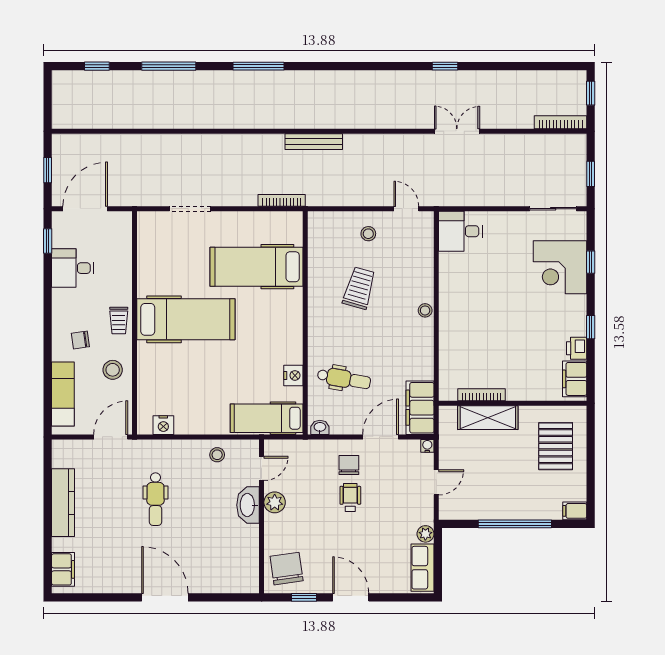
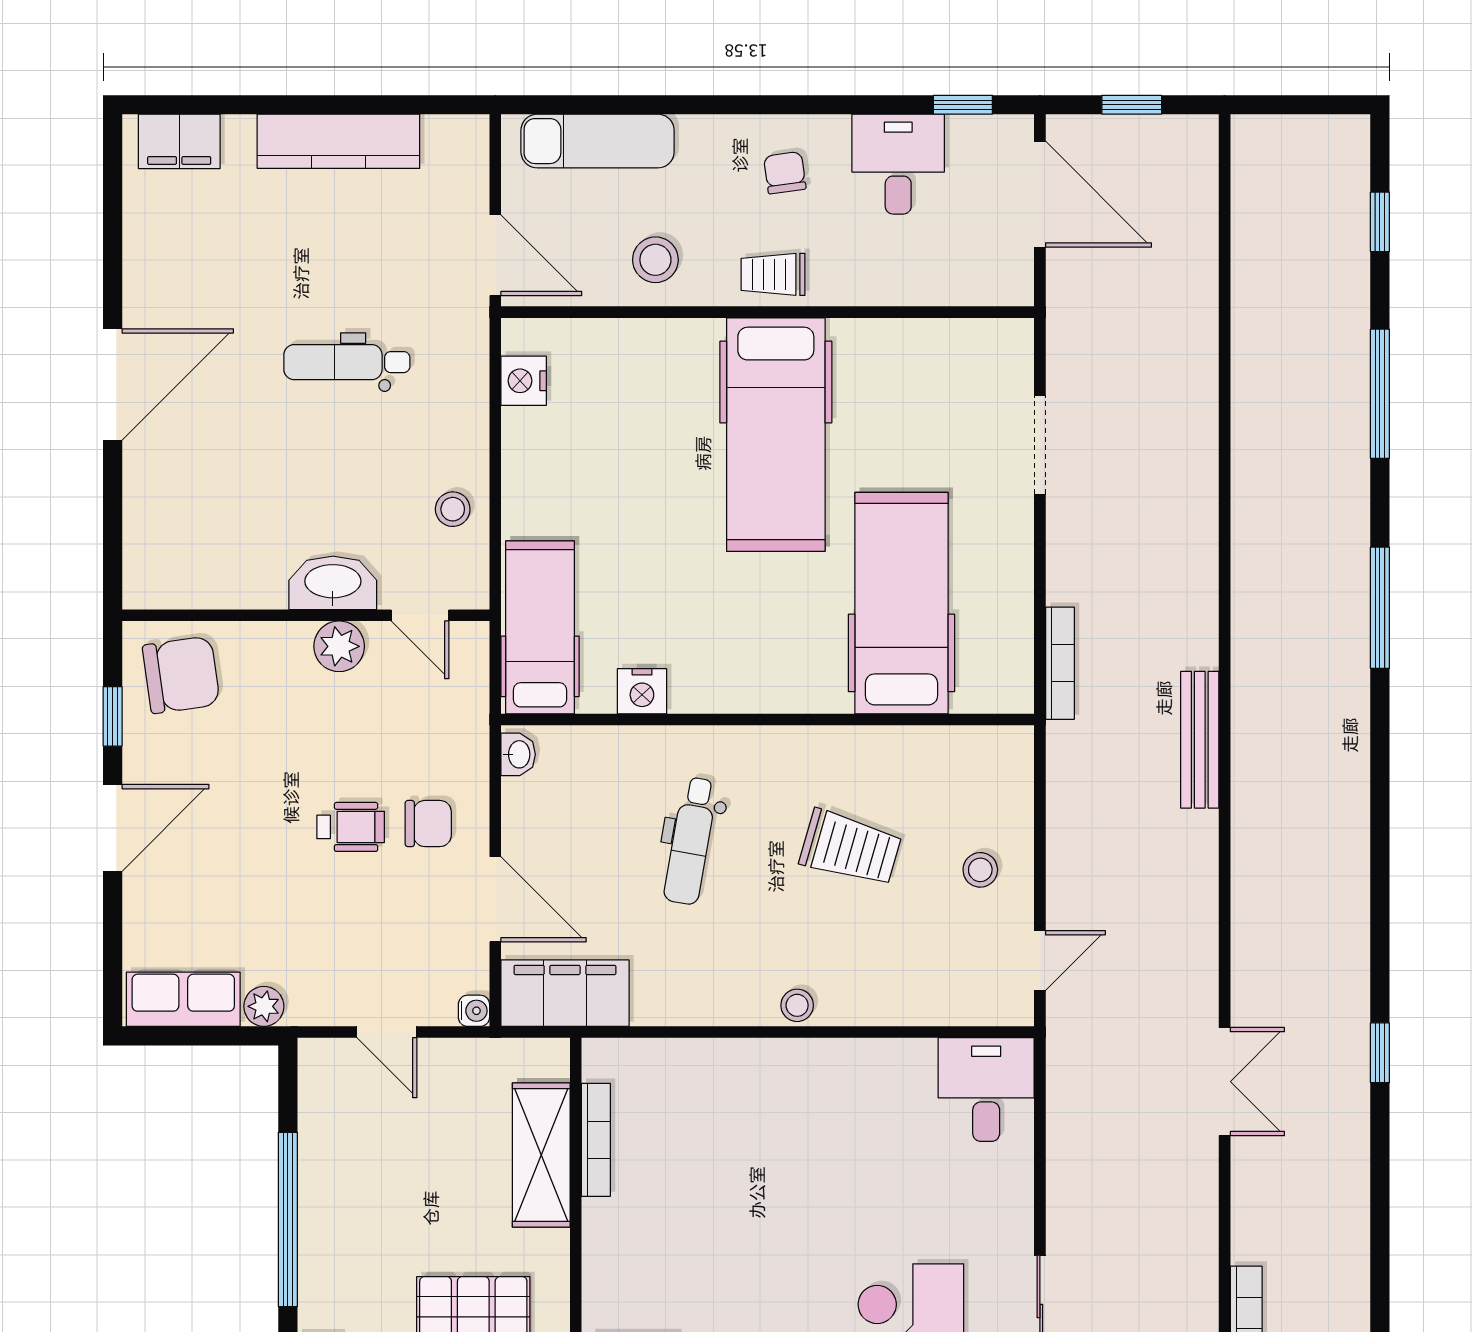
chair: (80, 340) -> (785, 173), moved
dental chair: (344, 379) -> (691, 841), moved

